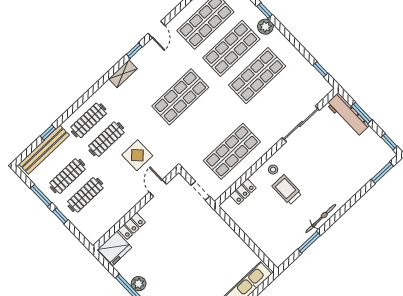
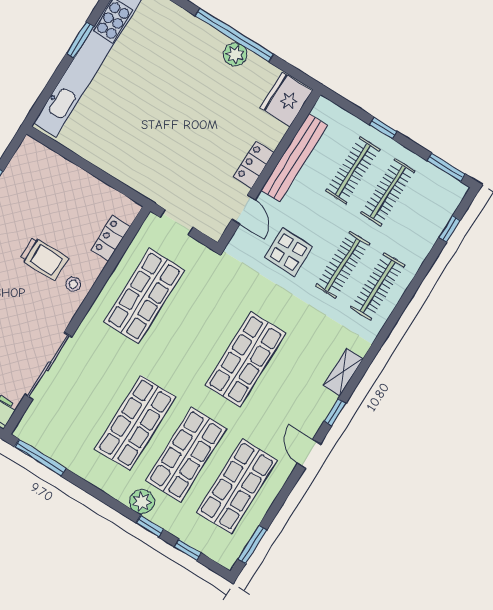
window: (320, 69) -> (40, 458), width x2.17
window: (48, 133) -> (450, 229), moved
bench: (44, 150) -> (294, 158), moved
window: (41, 195) -> (446, 167), moved
locker: (132, 226) -> (254, 165), moved

